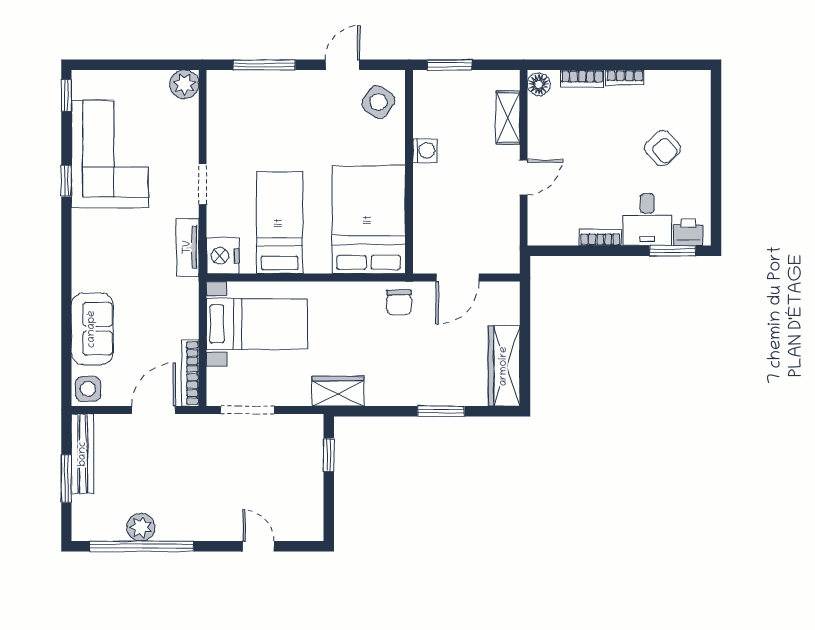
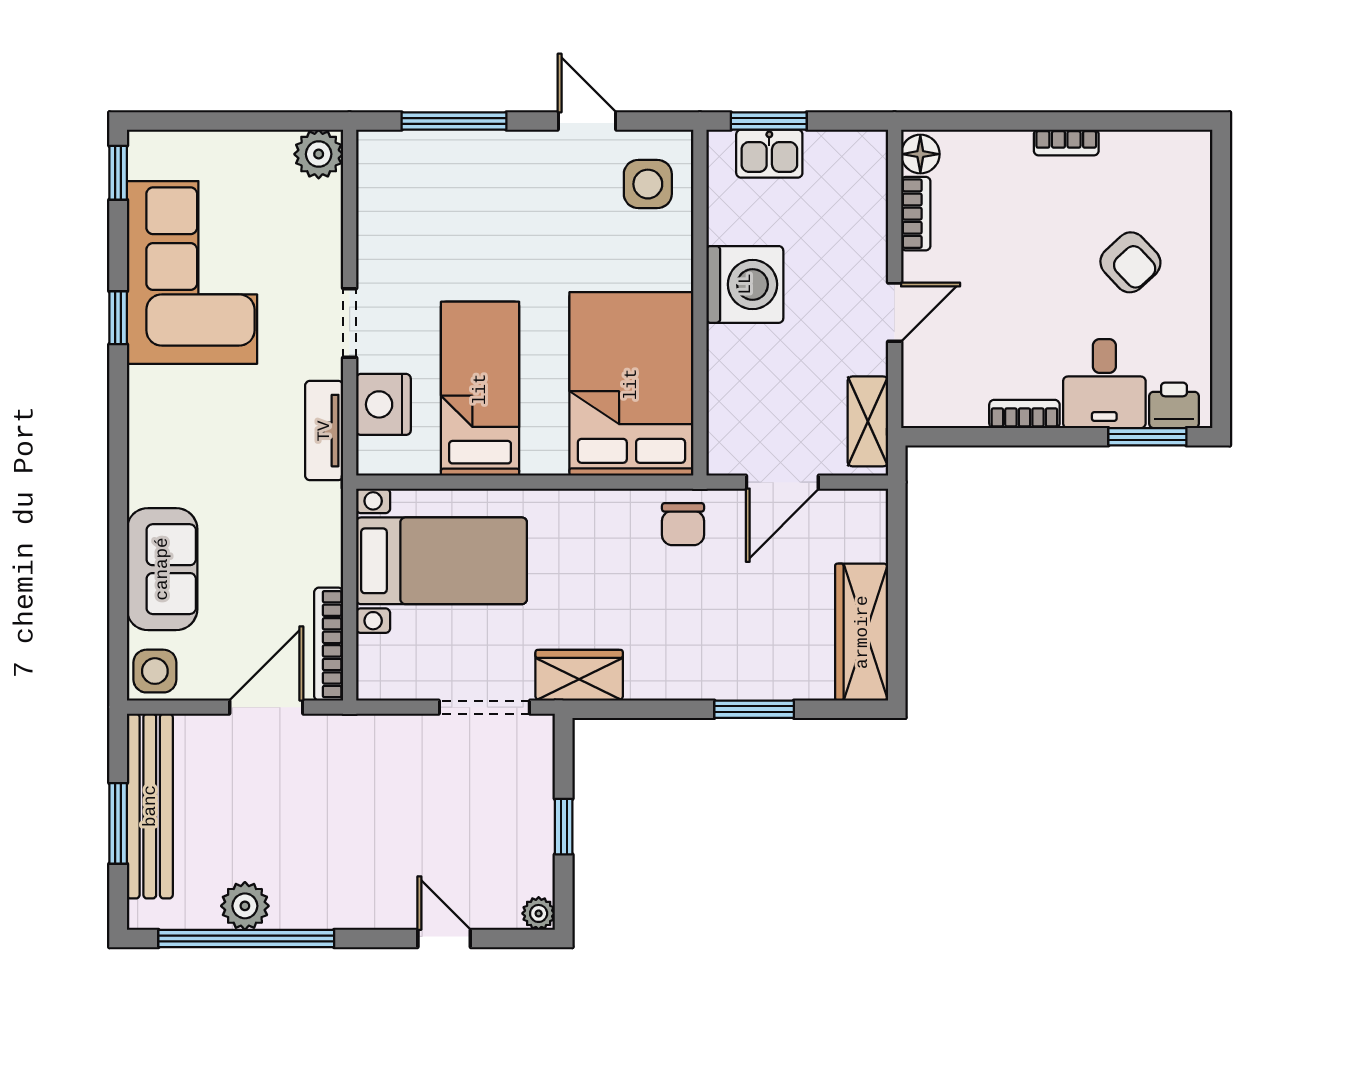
door: (343, 65) -> (587, 121), hinge flipped
bookcase: (582, 79) -> (916, 214), moved, turned -90
kitchen sink: (450, 84) -> (769, 154), added
side table: (378, 102) -> (648, 184), turned -35
shelving: (508, 118) -> (868, 421), moved
washing machine: (425, 150) -> (745, 284), width x1.89, depth x1.89
nightstand: (223, 256) -> (383, 404), moved
doorway: (247, 410) -> (484, 707), moved
bench: (83, 454) -> (150, 806), width x1.37, depth x1.21
window: (329, 455) -> (564, 827), moved
plant: (314, 532) -> (539, 913), added

